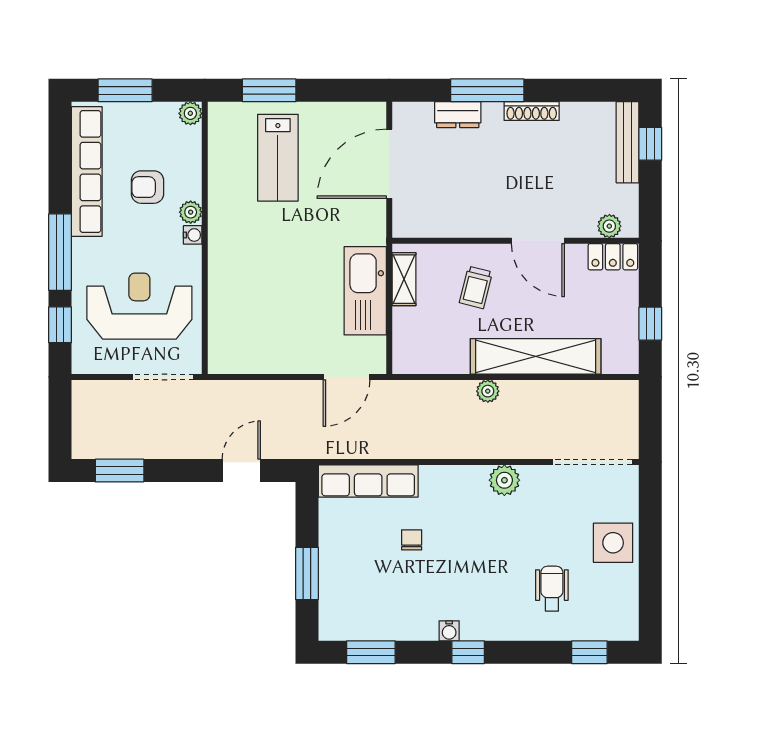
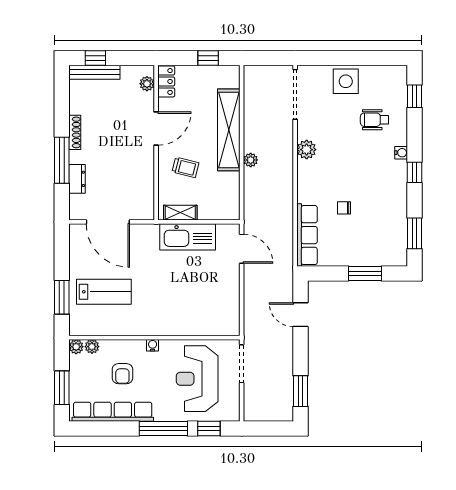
plant: (191, 212) -> (92, 347), moved
water cooler: (449, 631) -> (401, 153), moved

